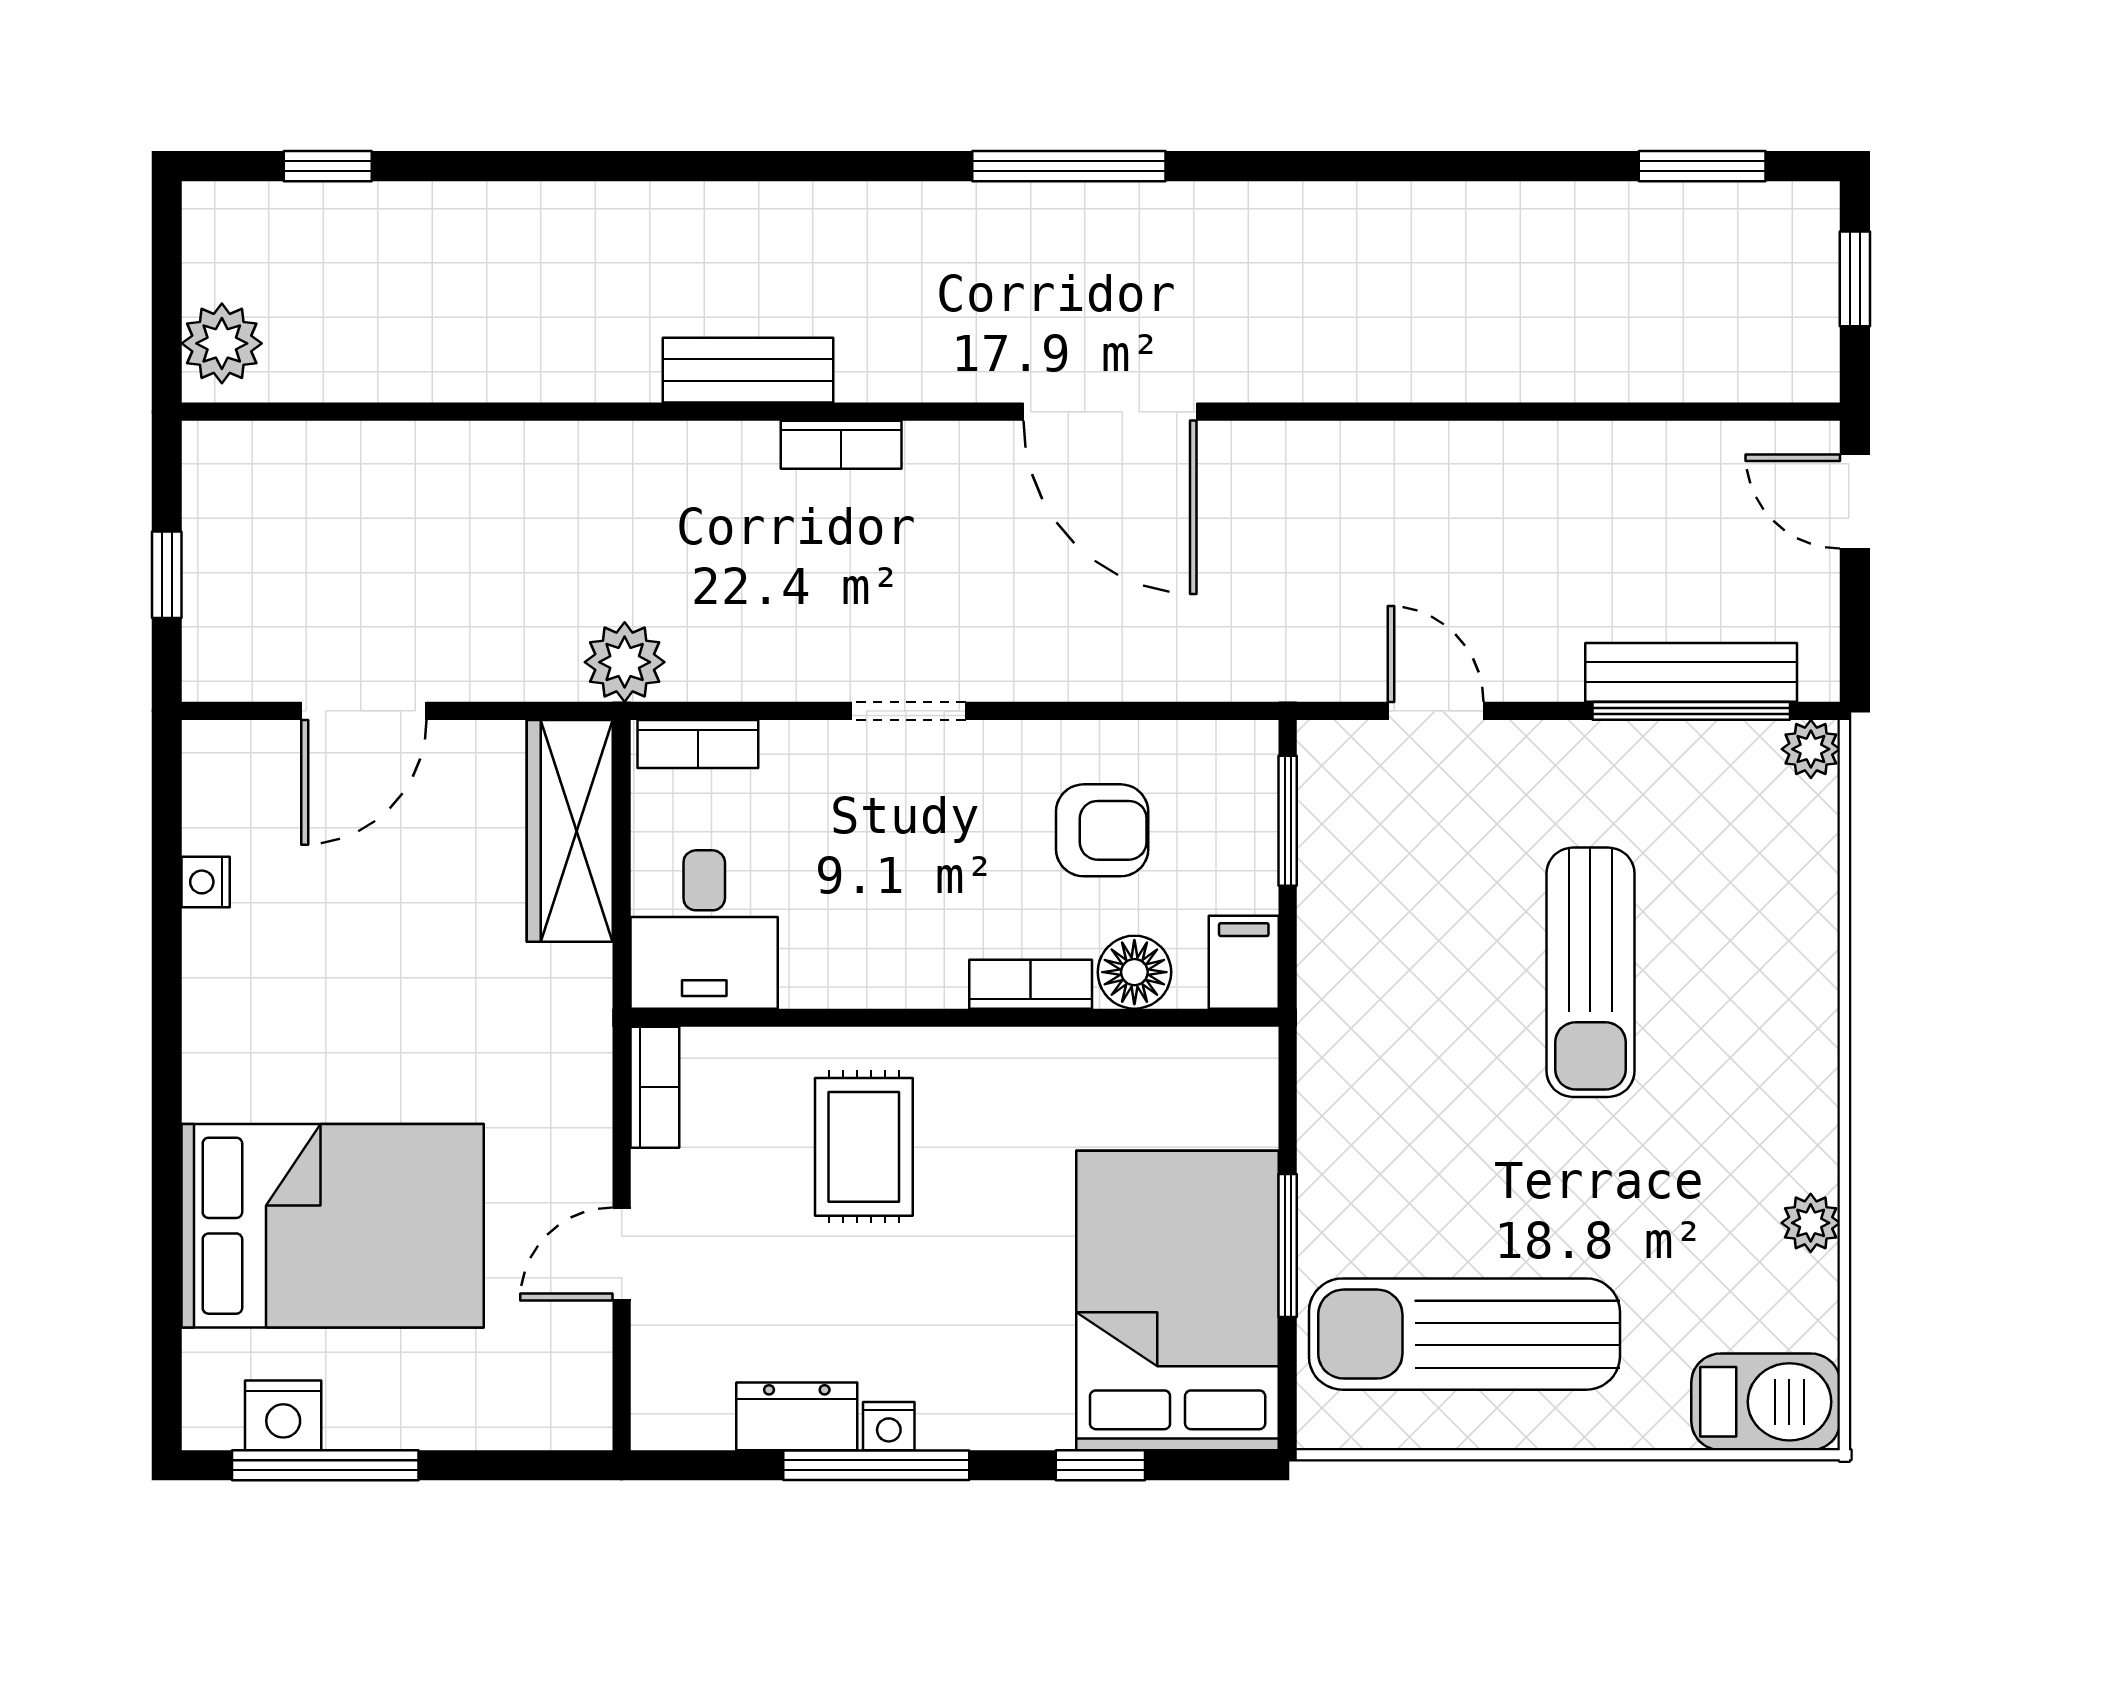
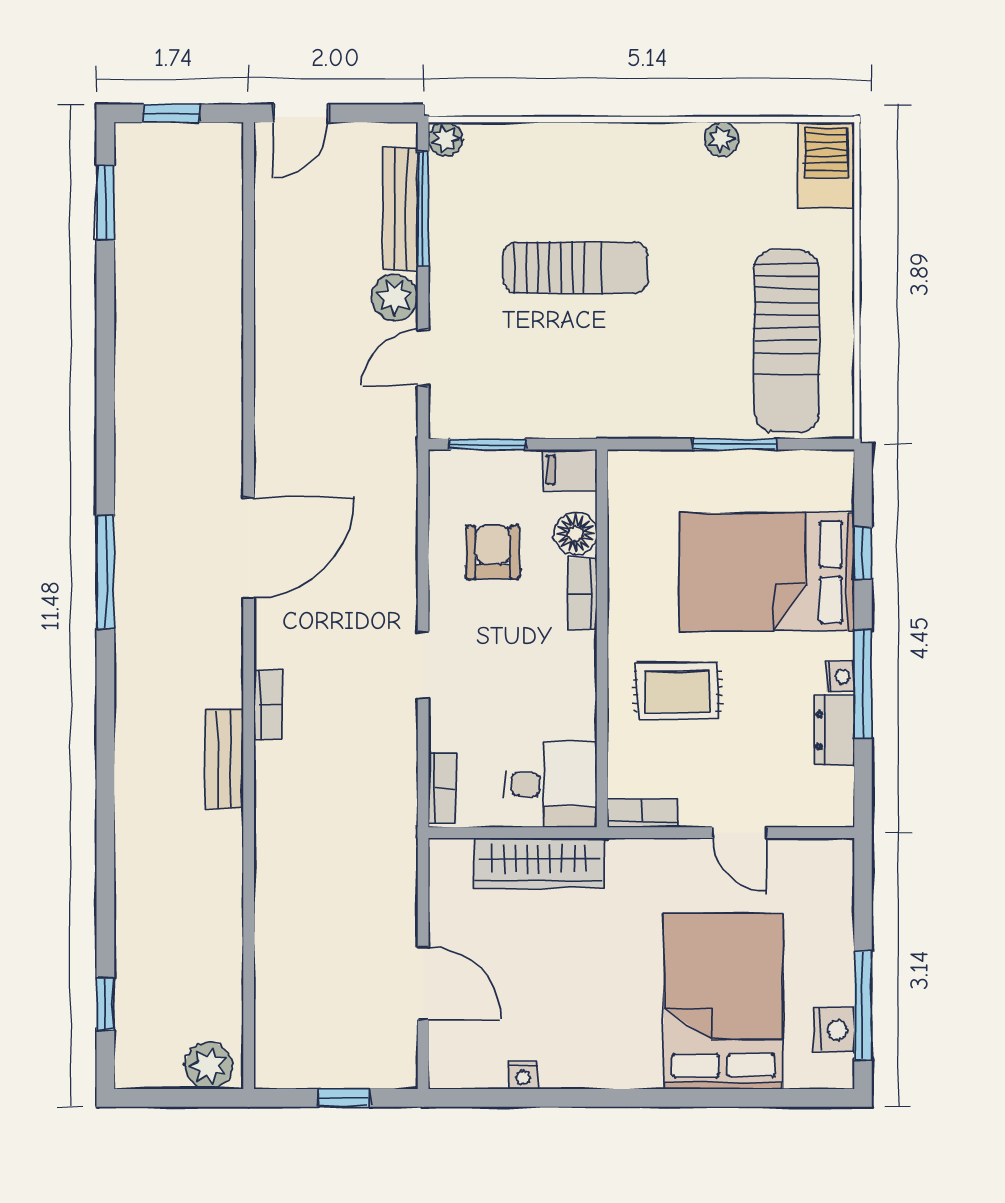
plant: (625, 662) -> (395, 297), moved
wardrobe: (570, 831) -> (539, 863), moved
bed: (1178, 1300) -> (767, 572), moved

